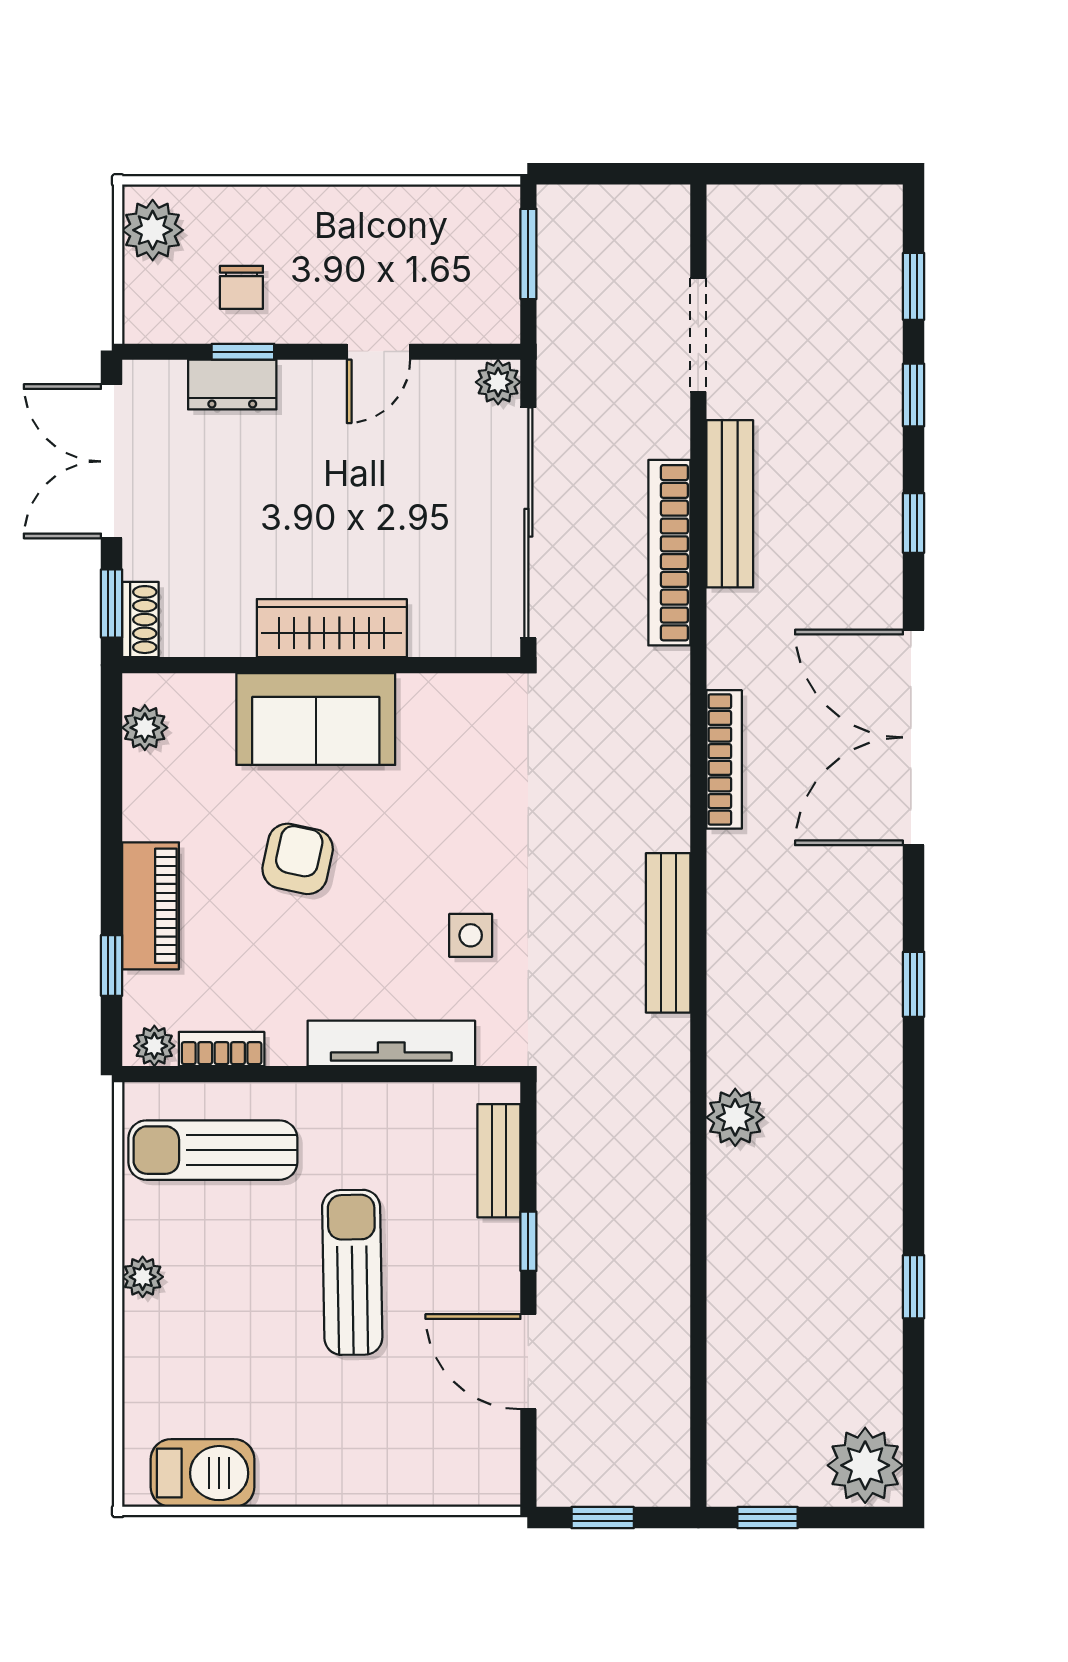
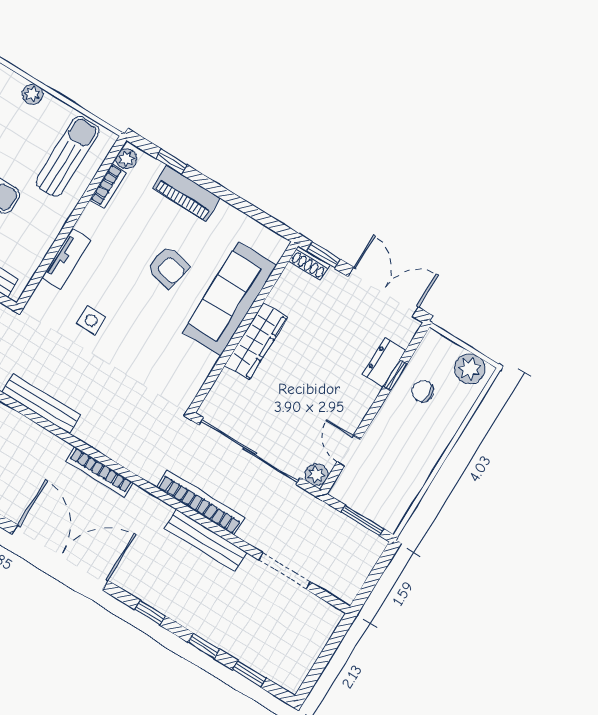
door: (378, 352) -> (349, 451), moved
sofa: (316, 719) -> (230, 299), width x1.36
plant: (145, 728) -> (263, 237), removed
tv unit: (391, 1043) -> (66, 259), width x0.71

